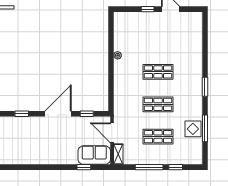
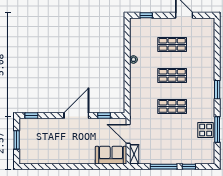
window: (148, 9) -> (146, 15), moved
window: (22, 114) -> (31, 116), moved
shop shelf: (158, 137) -> (172, 44), moved
window: (84, 167) -> (101, 167), removed

